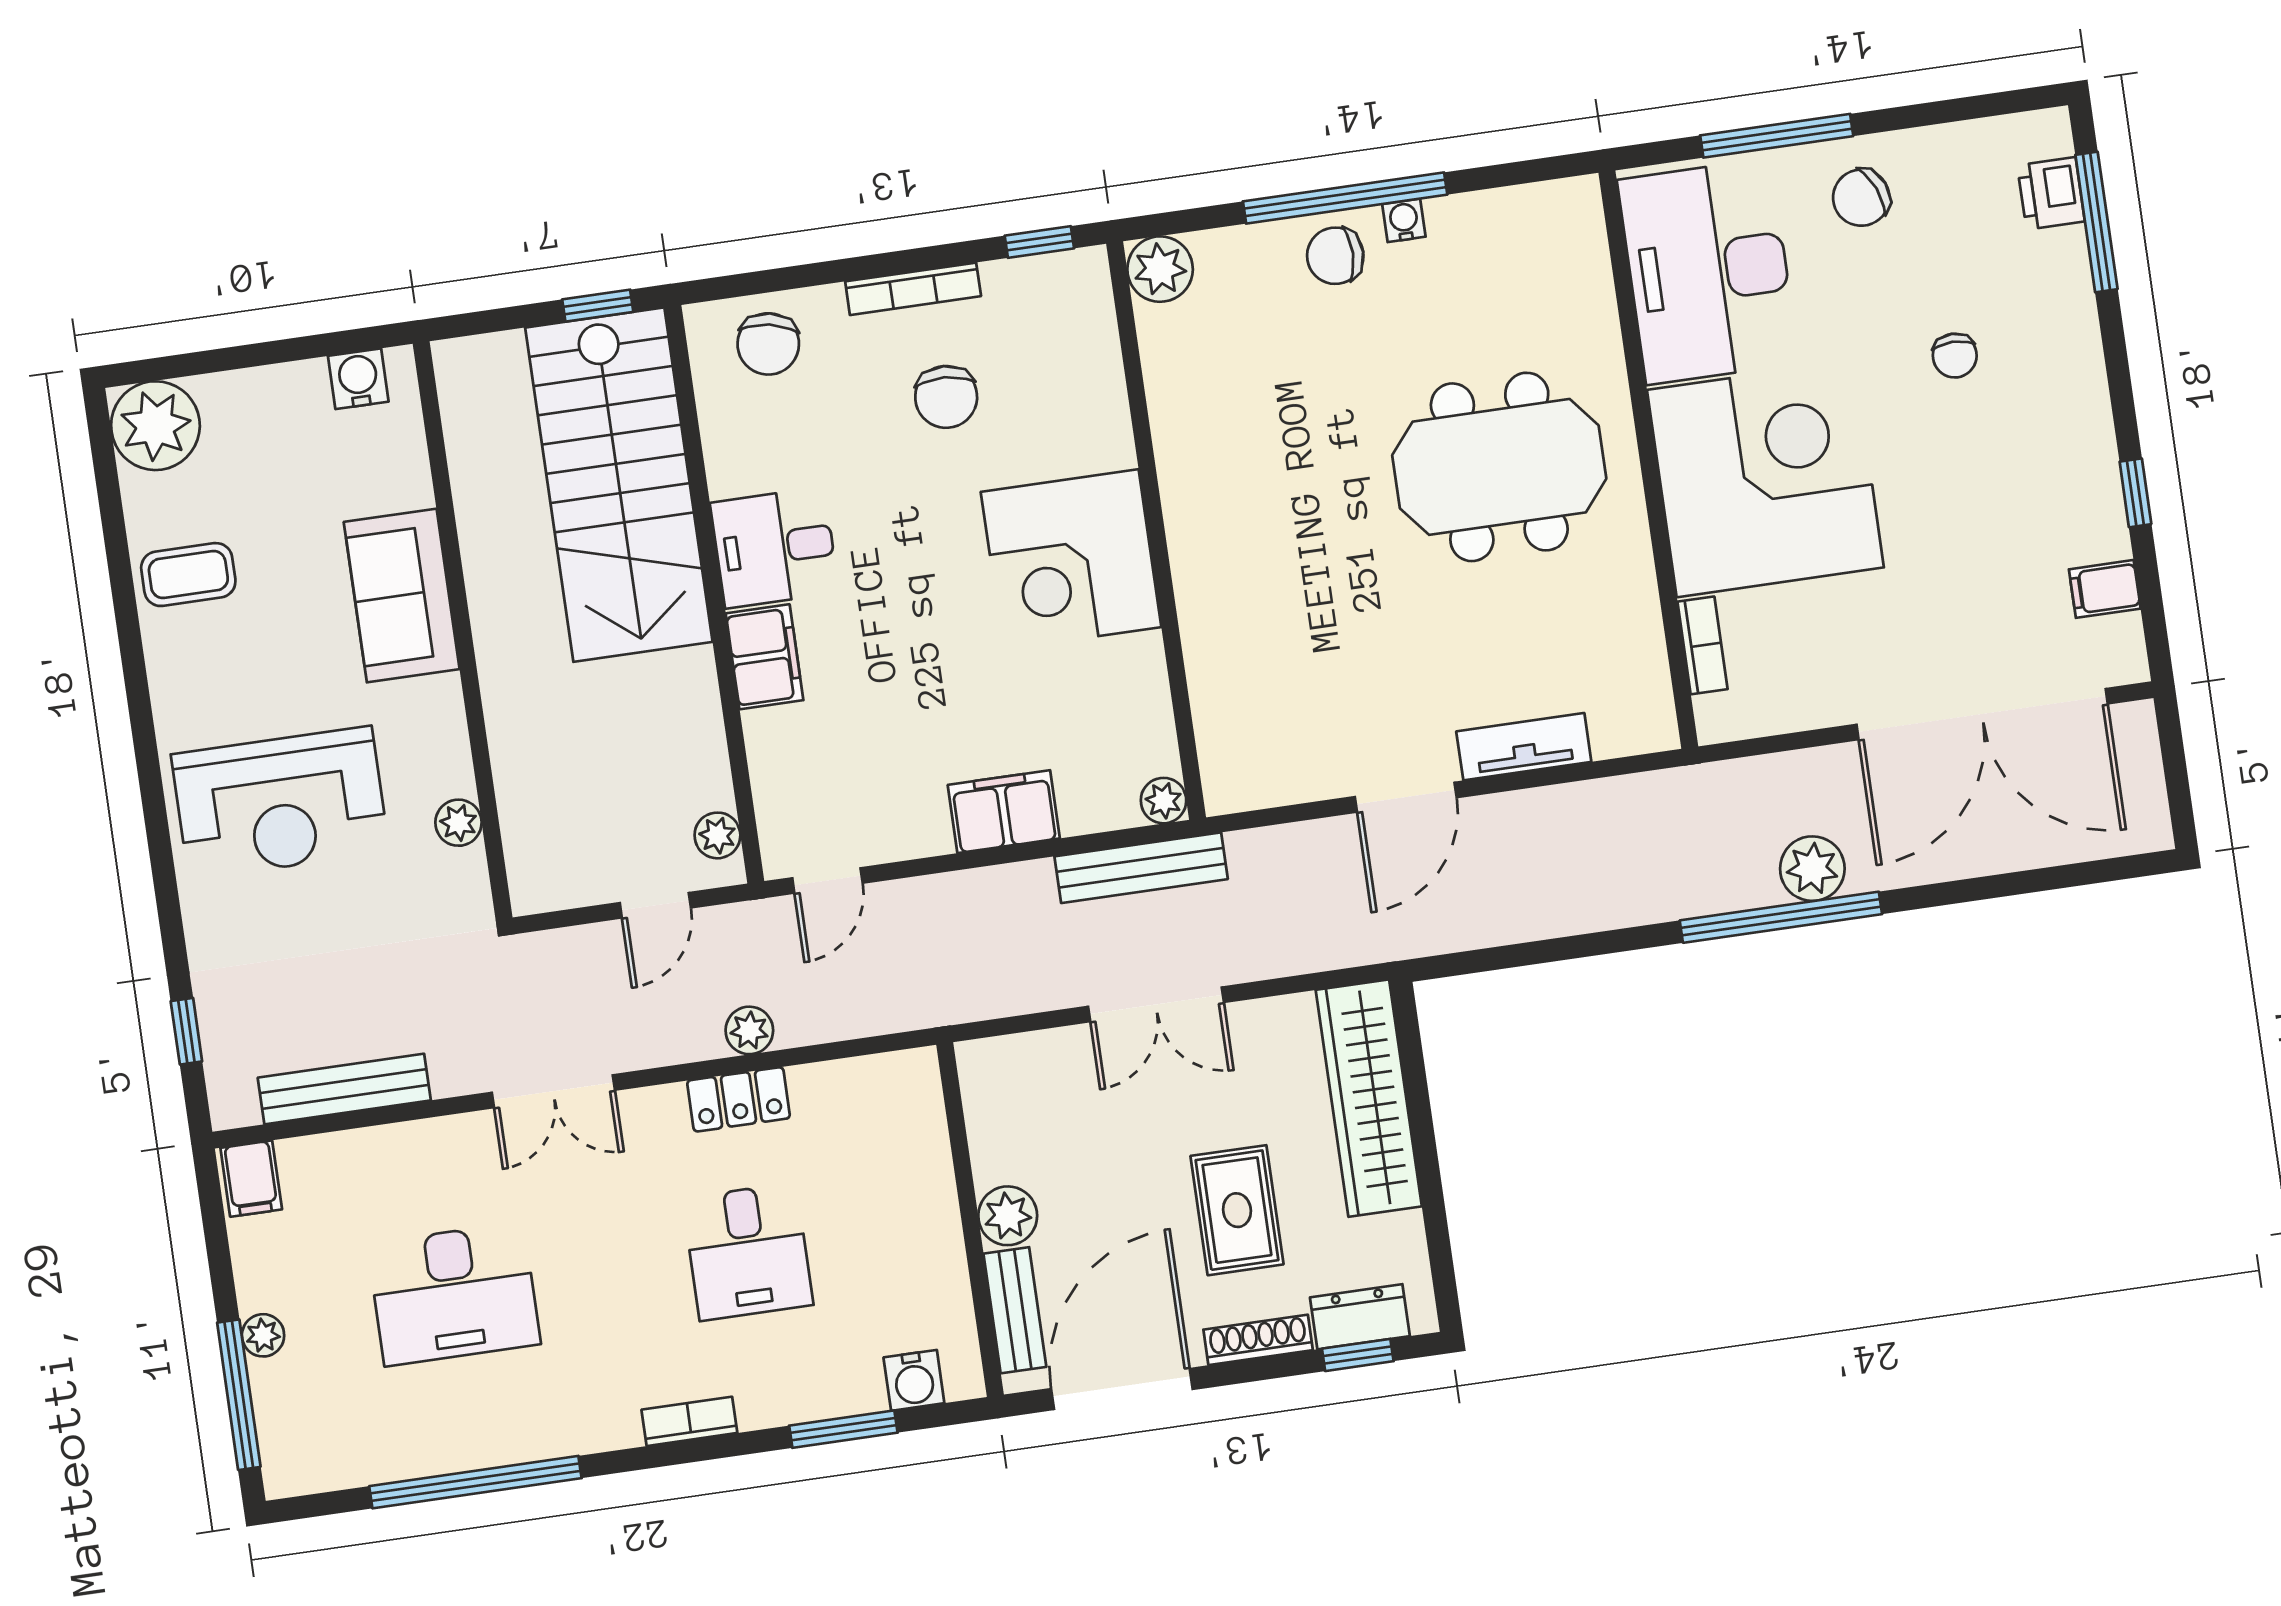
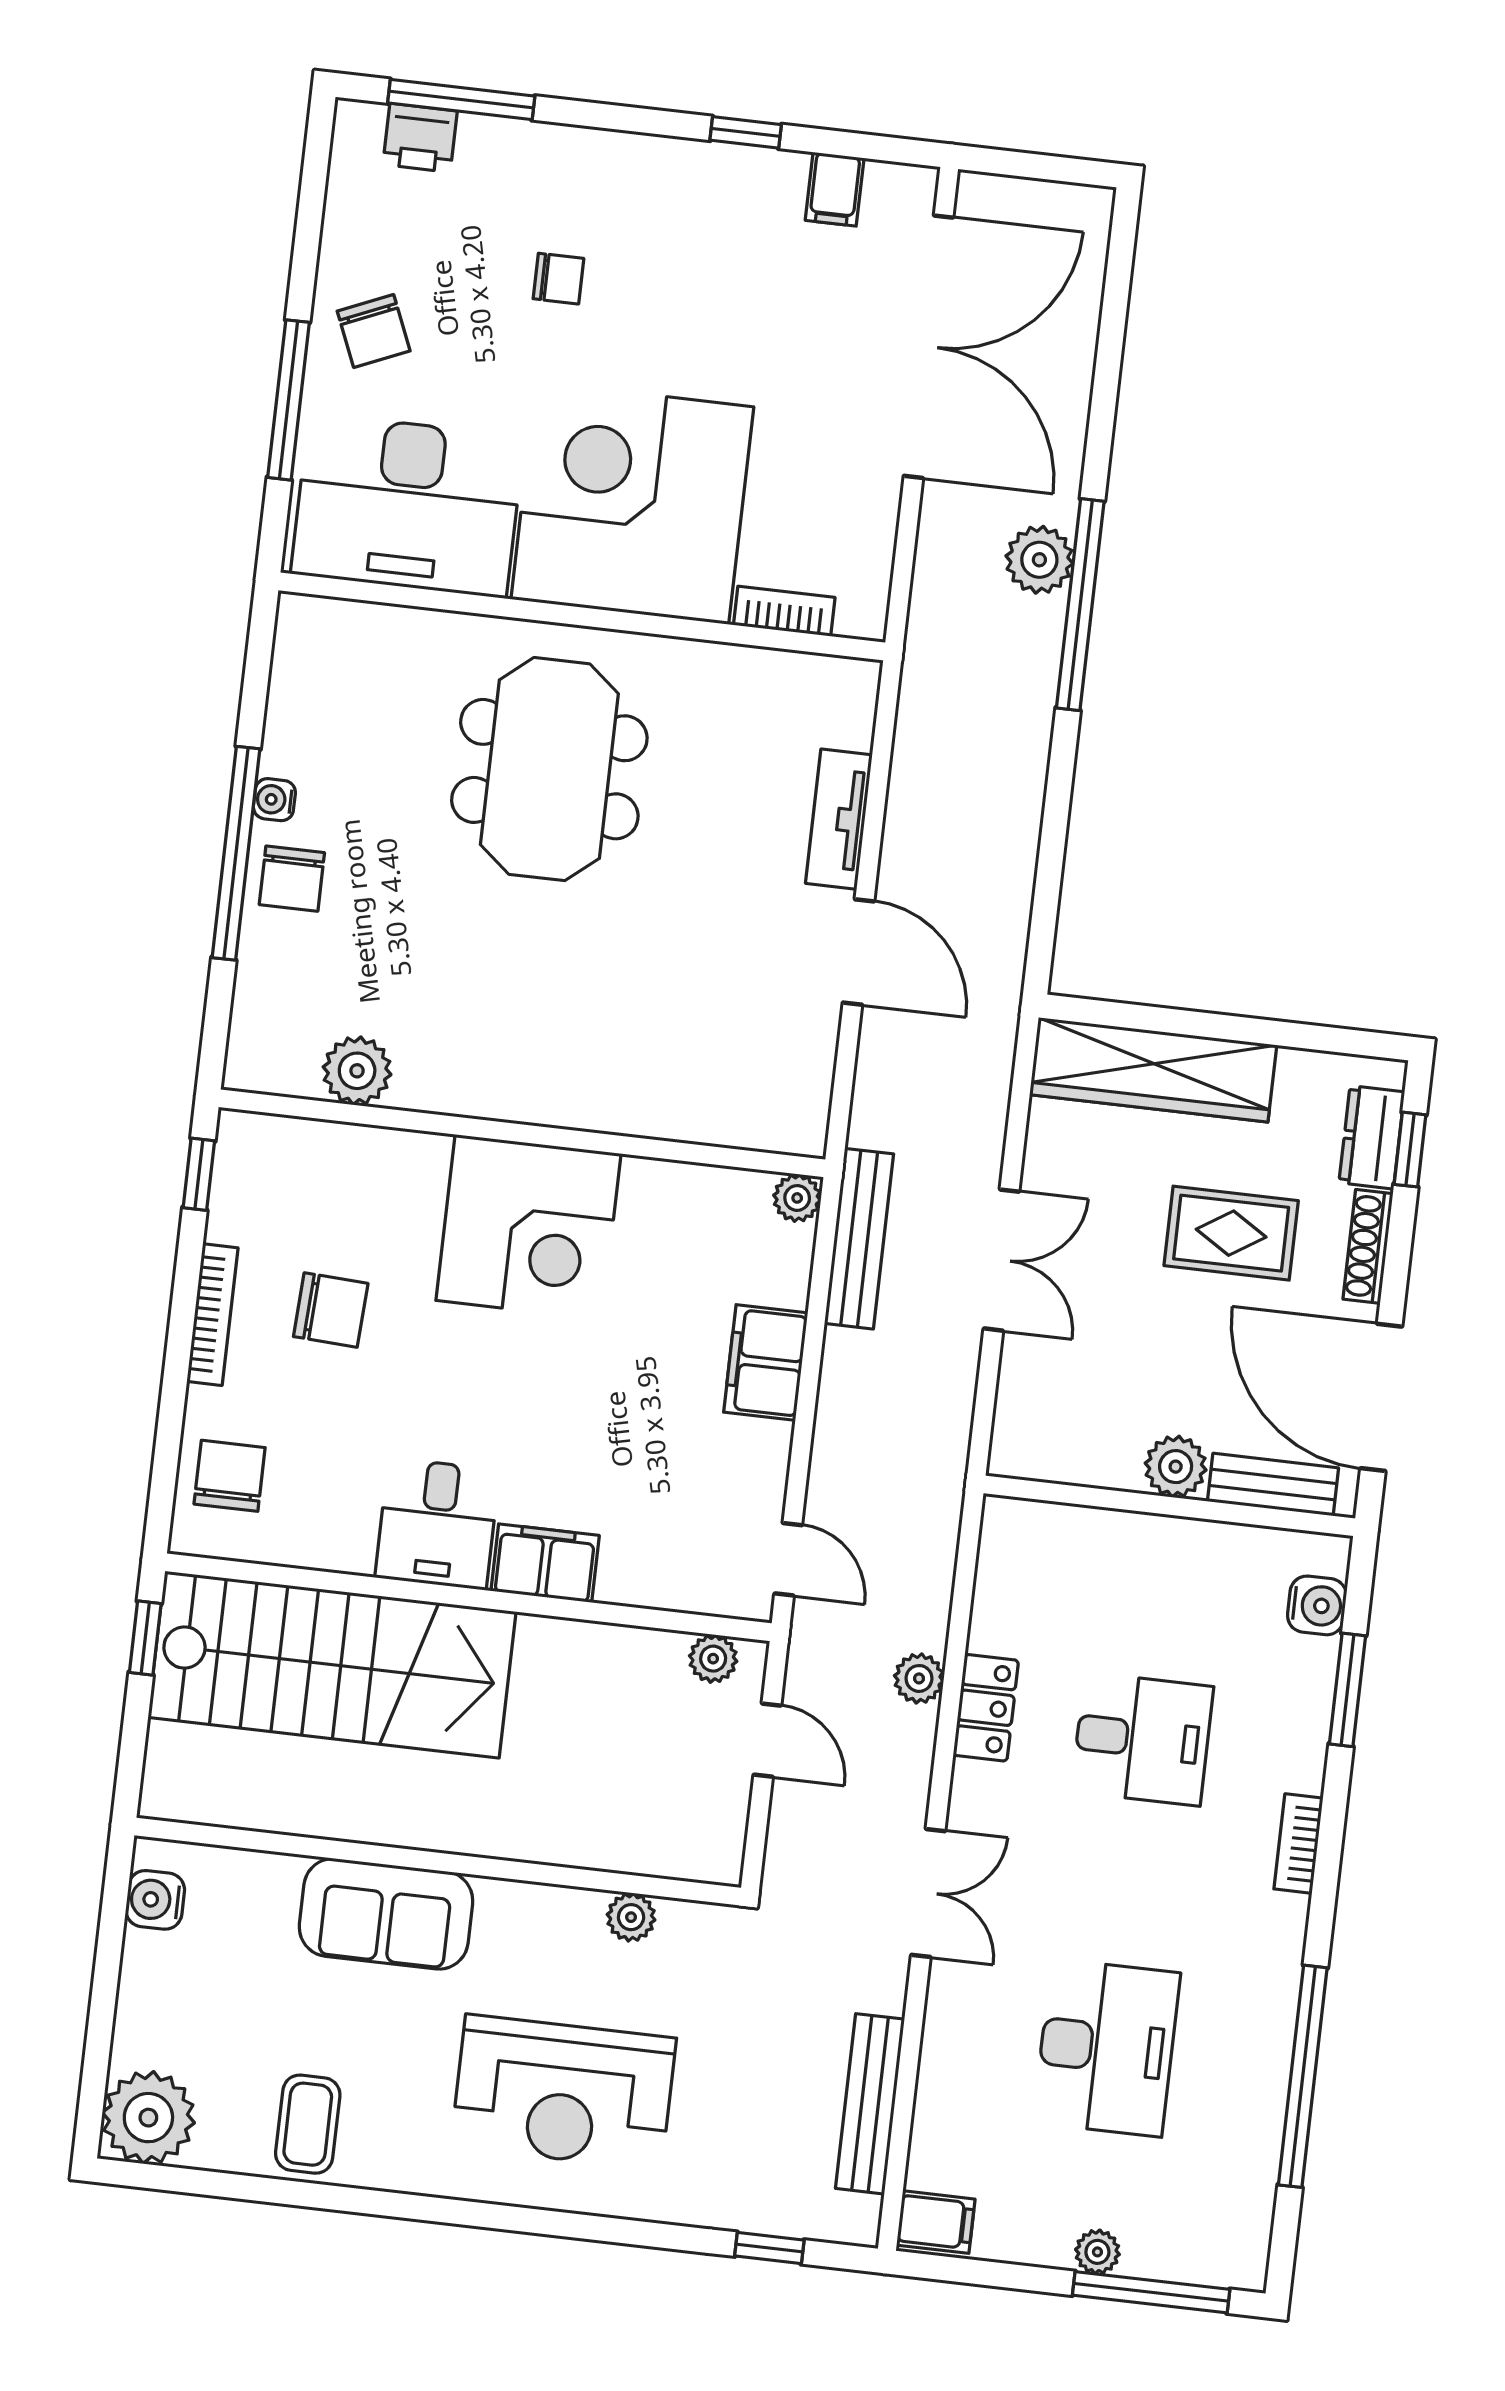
plant: (1160, 269) -> (357, 1071), moved
chair: (768, 344) -> (230, 1476), turned -101
reception desk: (280, 803) -> (563, 2092), turned 90

